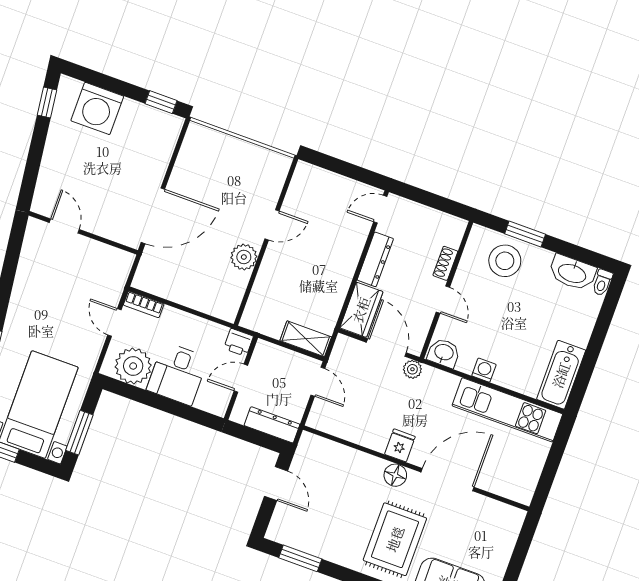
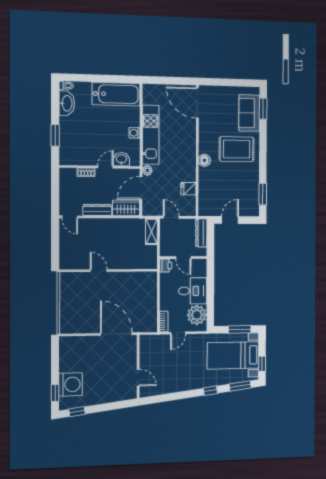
window: (161, 102) -> (55, 393), moved
door: (64, 226) -> (138, 378), swing flipped
plant: (244, 257) -> (121, 279), removed
stool: (505, 261) -> (73, 141), removed
washbasin: (444, 353) -> (121, 159), moved, turned 90
bathtub: (561, 375) -> (116, 94), width x1.36, depth x1.36
door: (318, 382) -> (171, 217), hinge flipped
kitchen unit: (507, 410) -> (151, 135), moved
fridge: (400, 445) -> (188, 189), moved
door: (448, 480) -> (197, 103), moved

